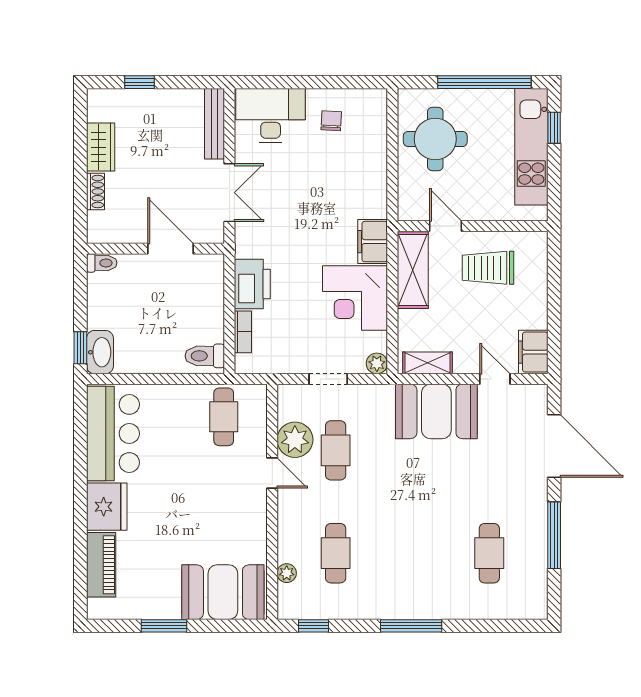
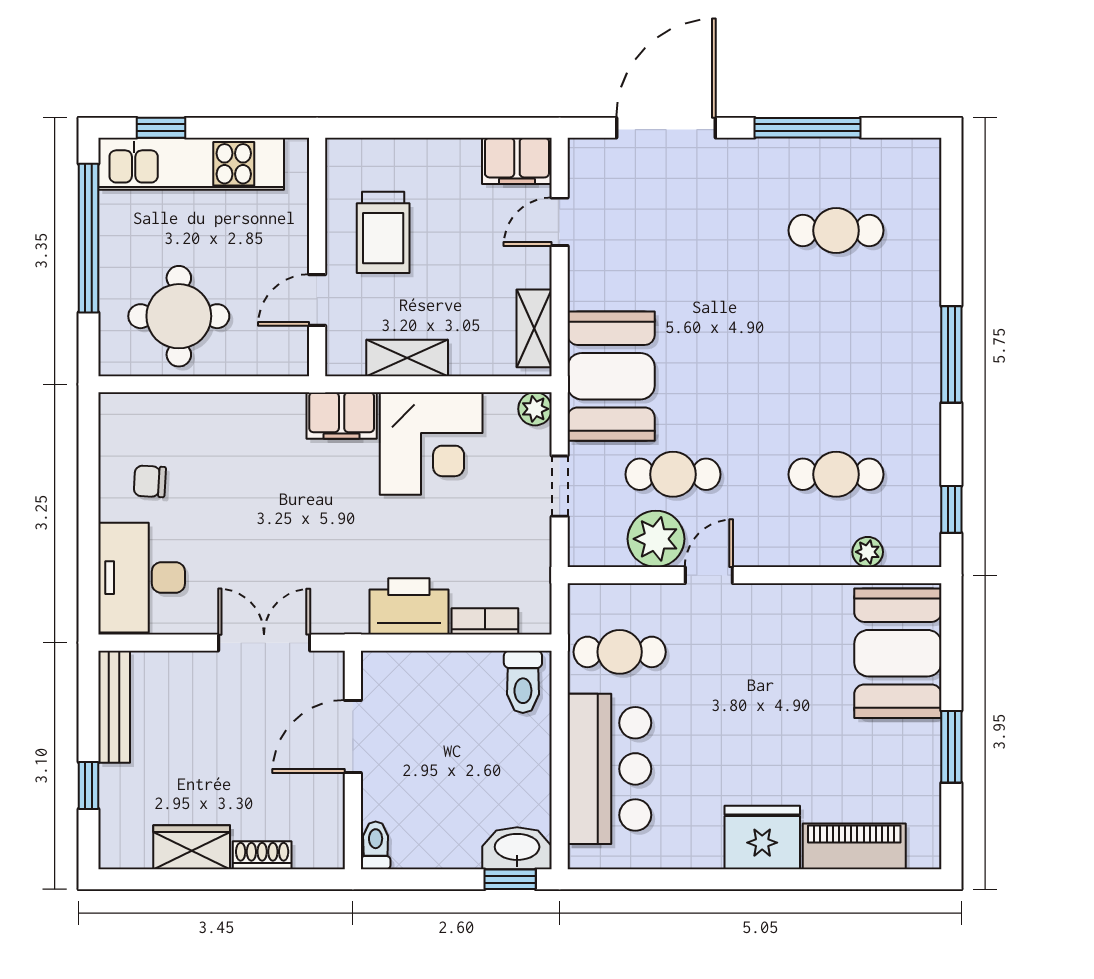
bench: (215, 124) -> (114, 707), moved, turned 90
shelving: (413, 270) -> (407, 358), width x0.67, depth x0.75
booth: (436, 411) -> (611, 376), moved
bar counter: (113, 434) -> (609, 769), moved, turned 90

